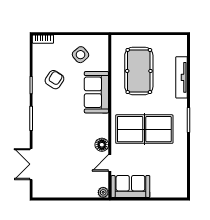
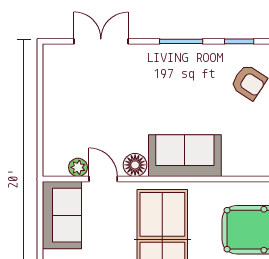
sofa: (96, 92) -> (185, 156), moved
plant: (103, 192) -> (78, 167), moved

